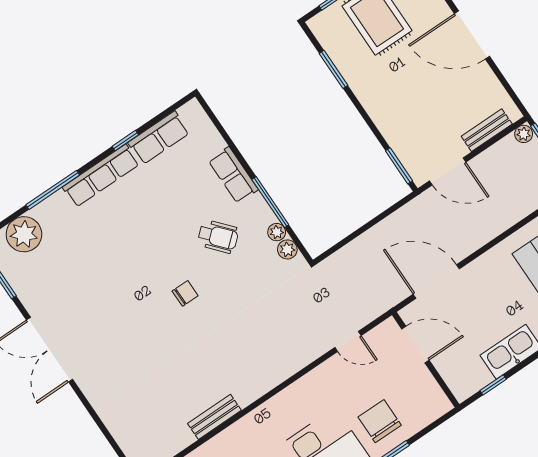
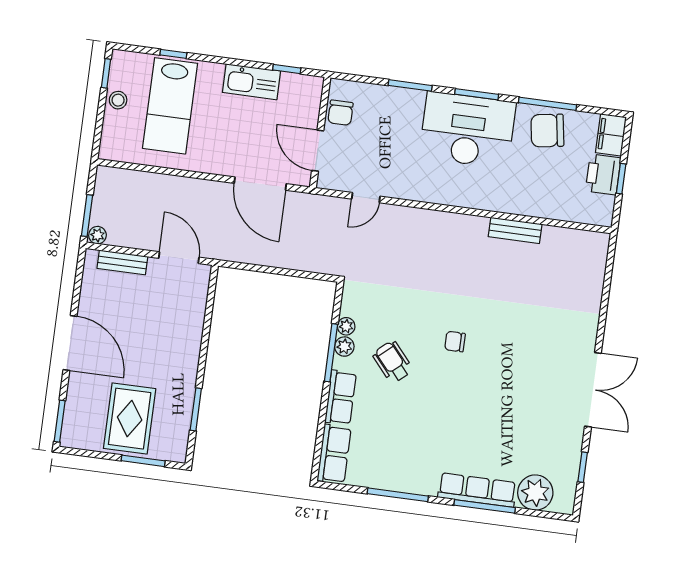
row of seats: (159, 138) -> (334, 454), moved, turned 90
window: (125, 141) -> (398, 495), width x2.17
window: (399, 166) -> (211, 294), removed
row of seats: (101, 176) -> (477, 490), moved
plant: (287, 249) -> (344, 347), moved
door: (348, 342) -> (366, 198), swing flipped
chair: (380, 421) -> (341, 113), moved, width x0.73, depth x0.73

